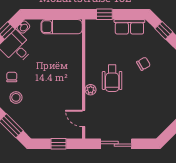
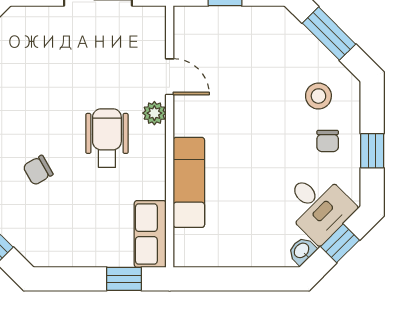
exam couch: (62, 27) -> (189, 182), moved, turned 90
row of seats: (129, 27) -> (150, 234), moved, turned -90
door: (84, 118) -> (170, 77), moved

